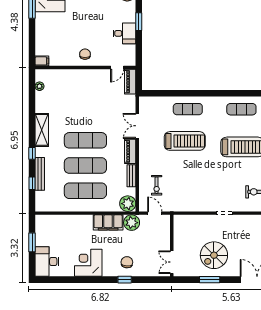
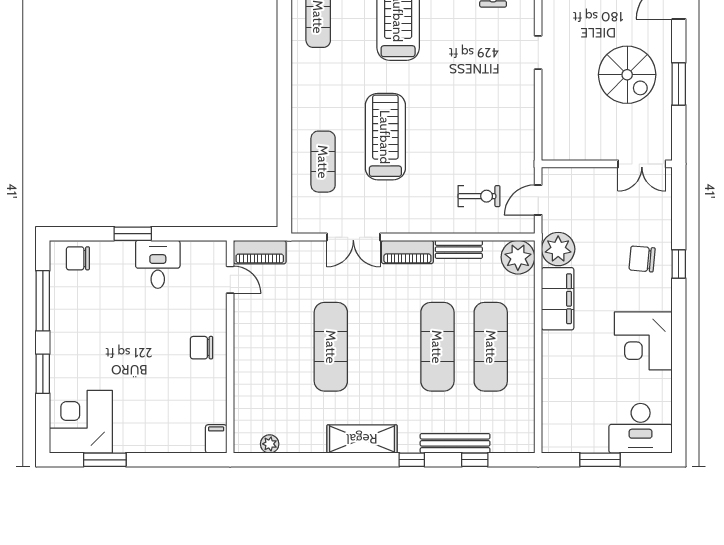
exercise mat: (188, 109) -> (323, 162), moved
exercise mat: (85, 140) -> (331, 347), moved

